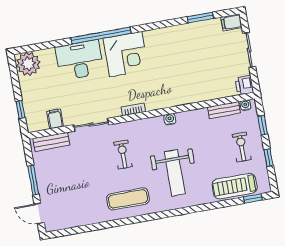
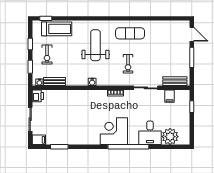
desk: (80, 60) -> (150, 133), width x0.73
plant: (28, 64) -> (170, 137), moved

